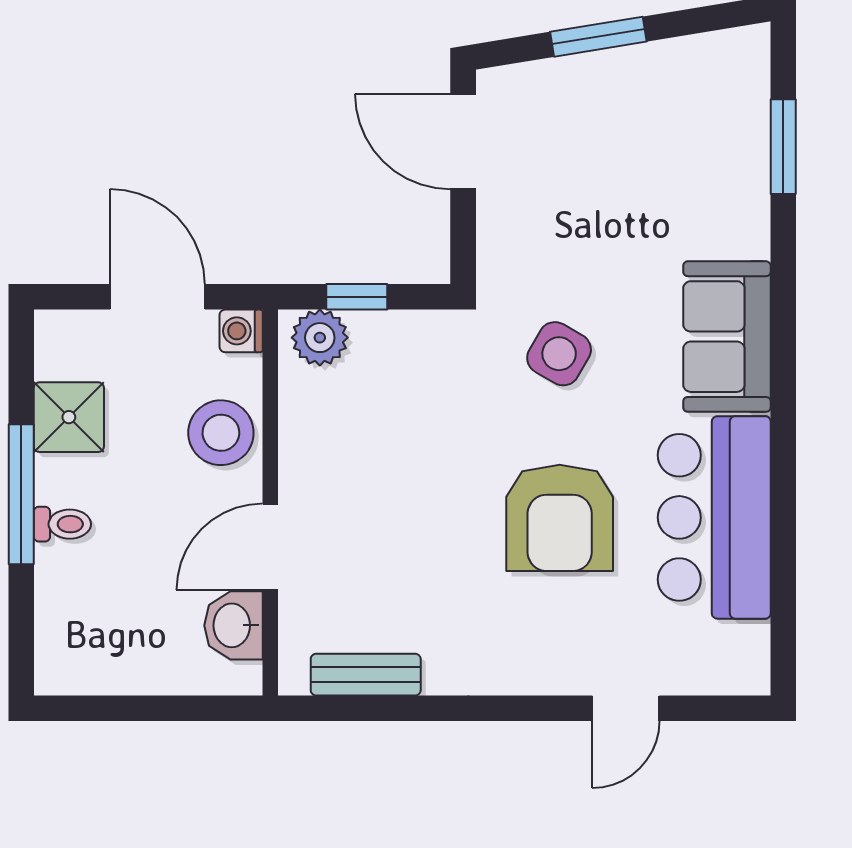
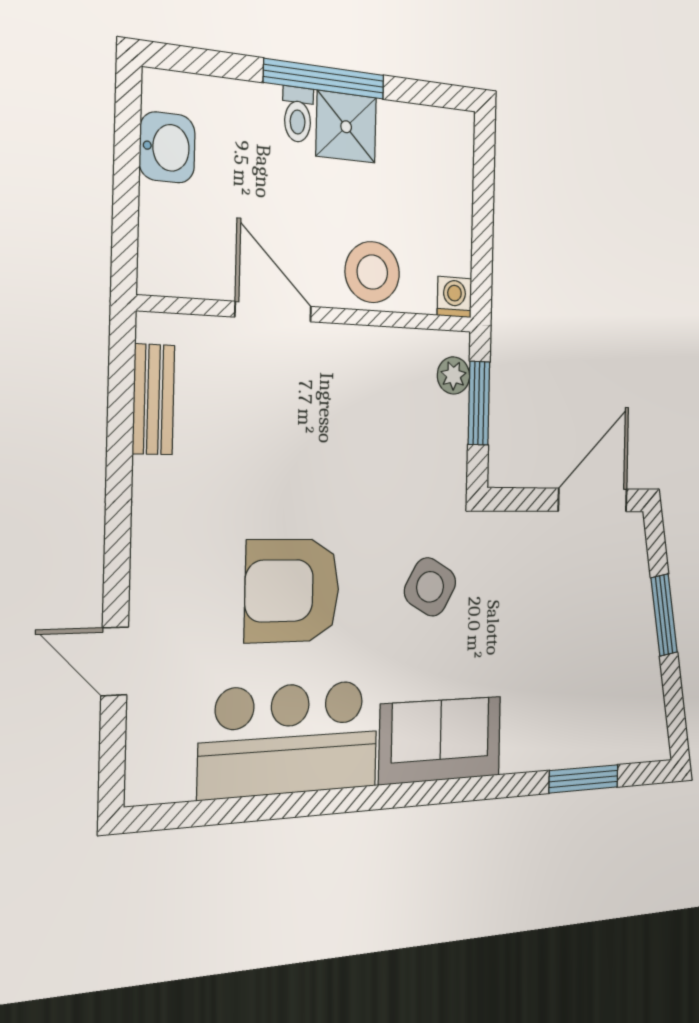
door: (157, 297) -> (483, 224), removed
window: (357, 297) -> (479, 403), width x1.50
plant: (320, 338) -> (453, 375), width x0.73, depth x0.73
shower: (69, 417) -> (346, 127), moved
washbasin: (233, 625) -> (167, 147), moved, turned 90

